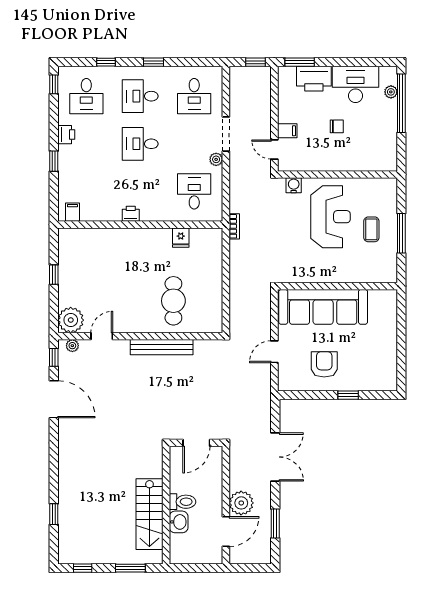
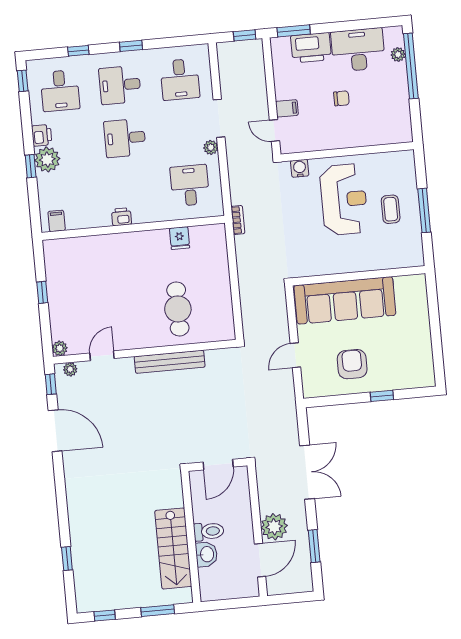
plant: (69, 157) -> (47, 159), added
plant: (71, 320) -> (60, 348), width x0.53, depth x0.53

